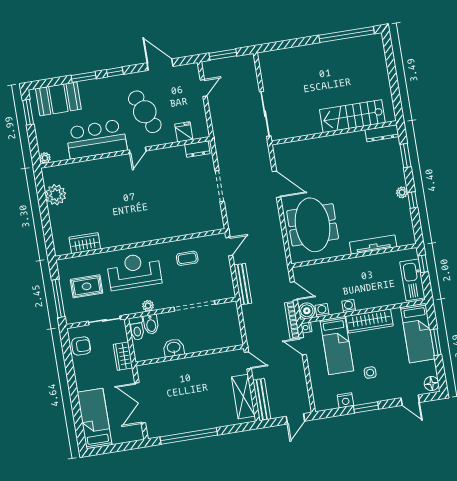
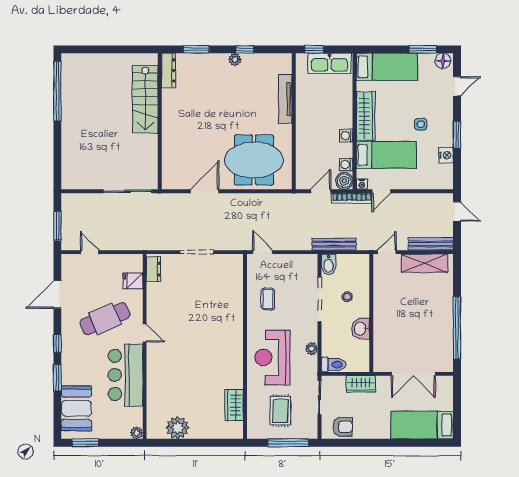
bench: (243, 284) -> (334, 244), moved
bidet: (151, 324) -> (329, 264), moved, turned 90
stool: (201, 331) -> (347, 297), added
window: (436, 342) -> (423, 49), moved
armchair: (81, 346) -> (343, 427), turned 90

